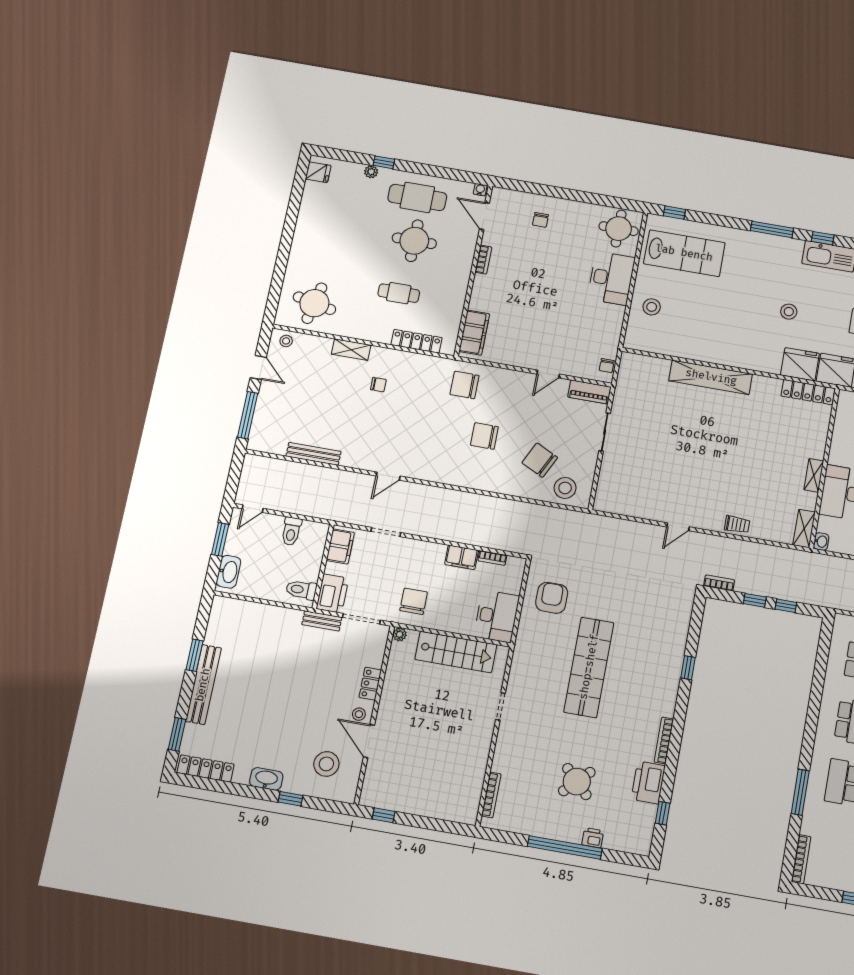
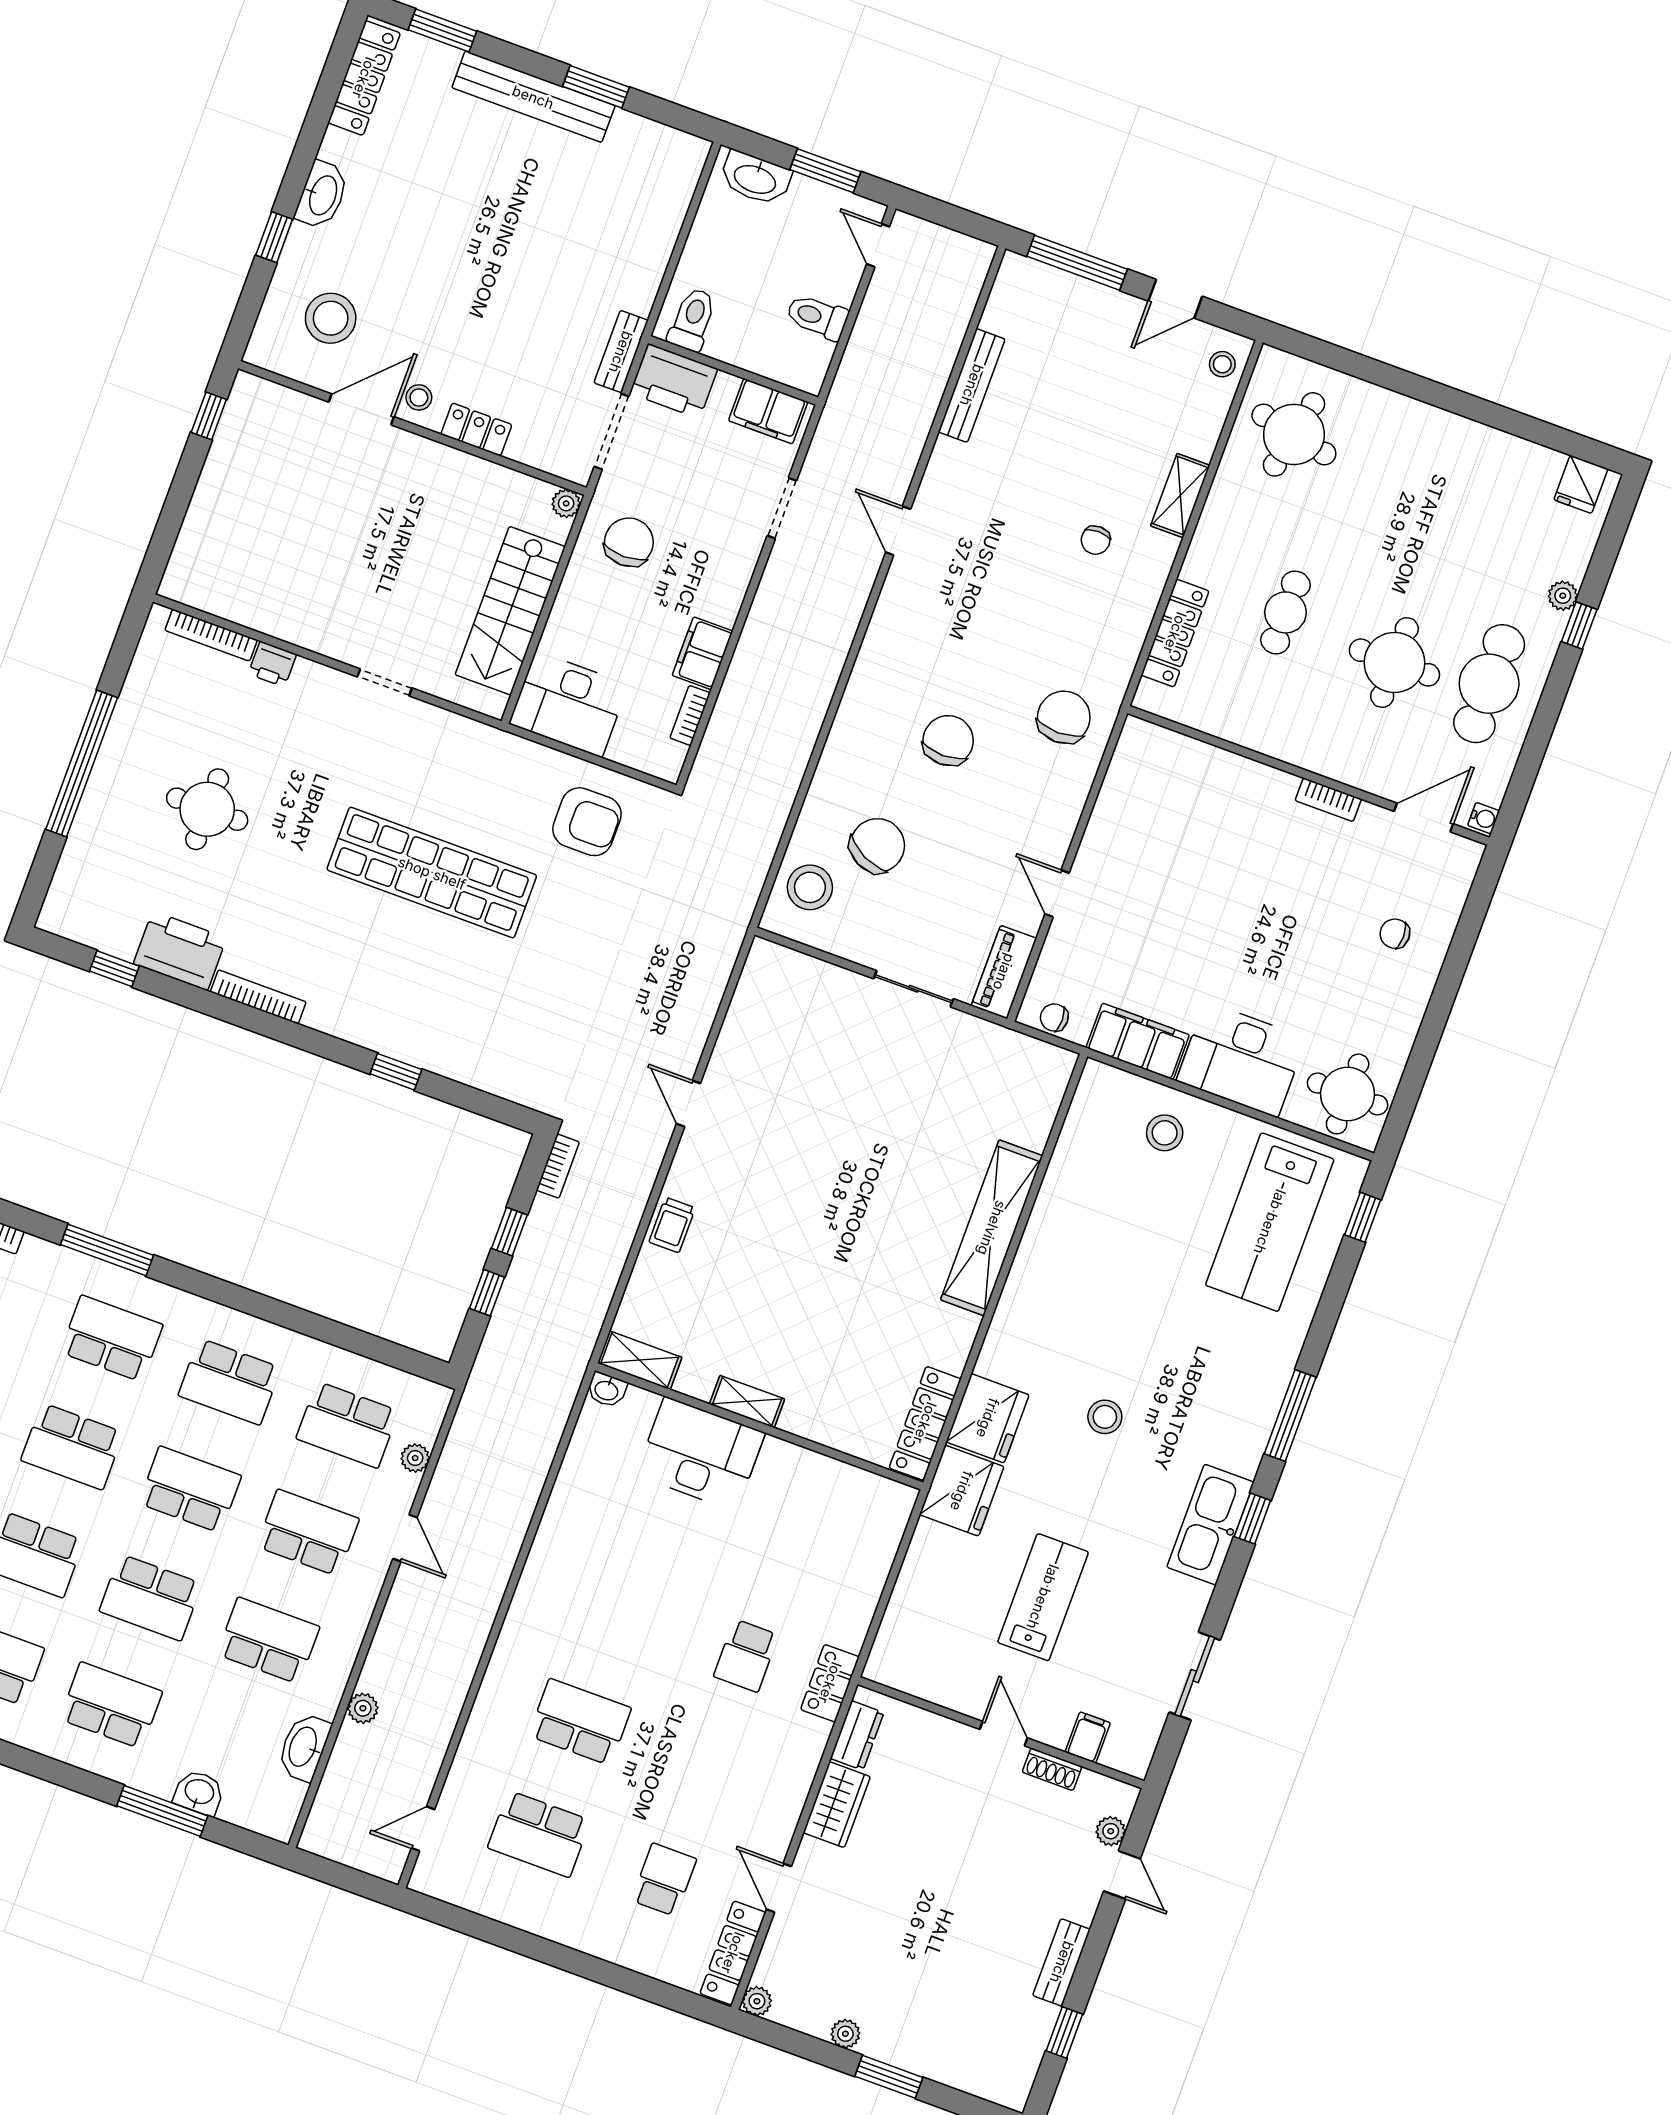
filing cabinet: (474, 333) -> (1138, 1041), moved, turned 180
chair: (414, 601) -> (629, 542), turned -90
round table: (577, 782) -> (207, 809), turned 45
printer: (593, 838) -> (272, 664), moved, turned 90

